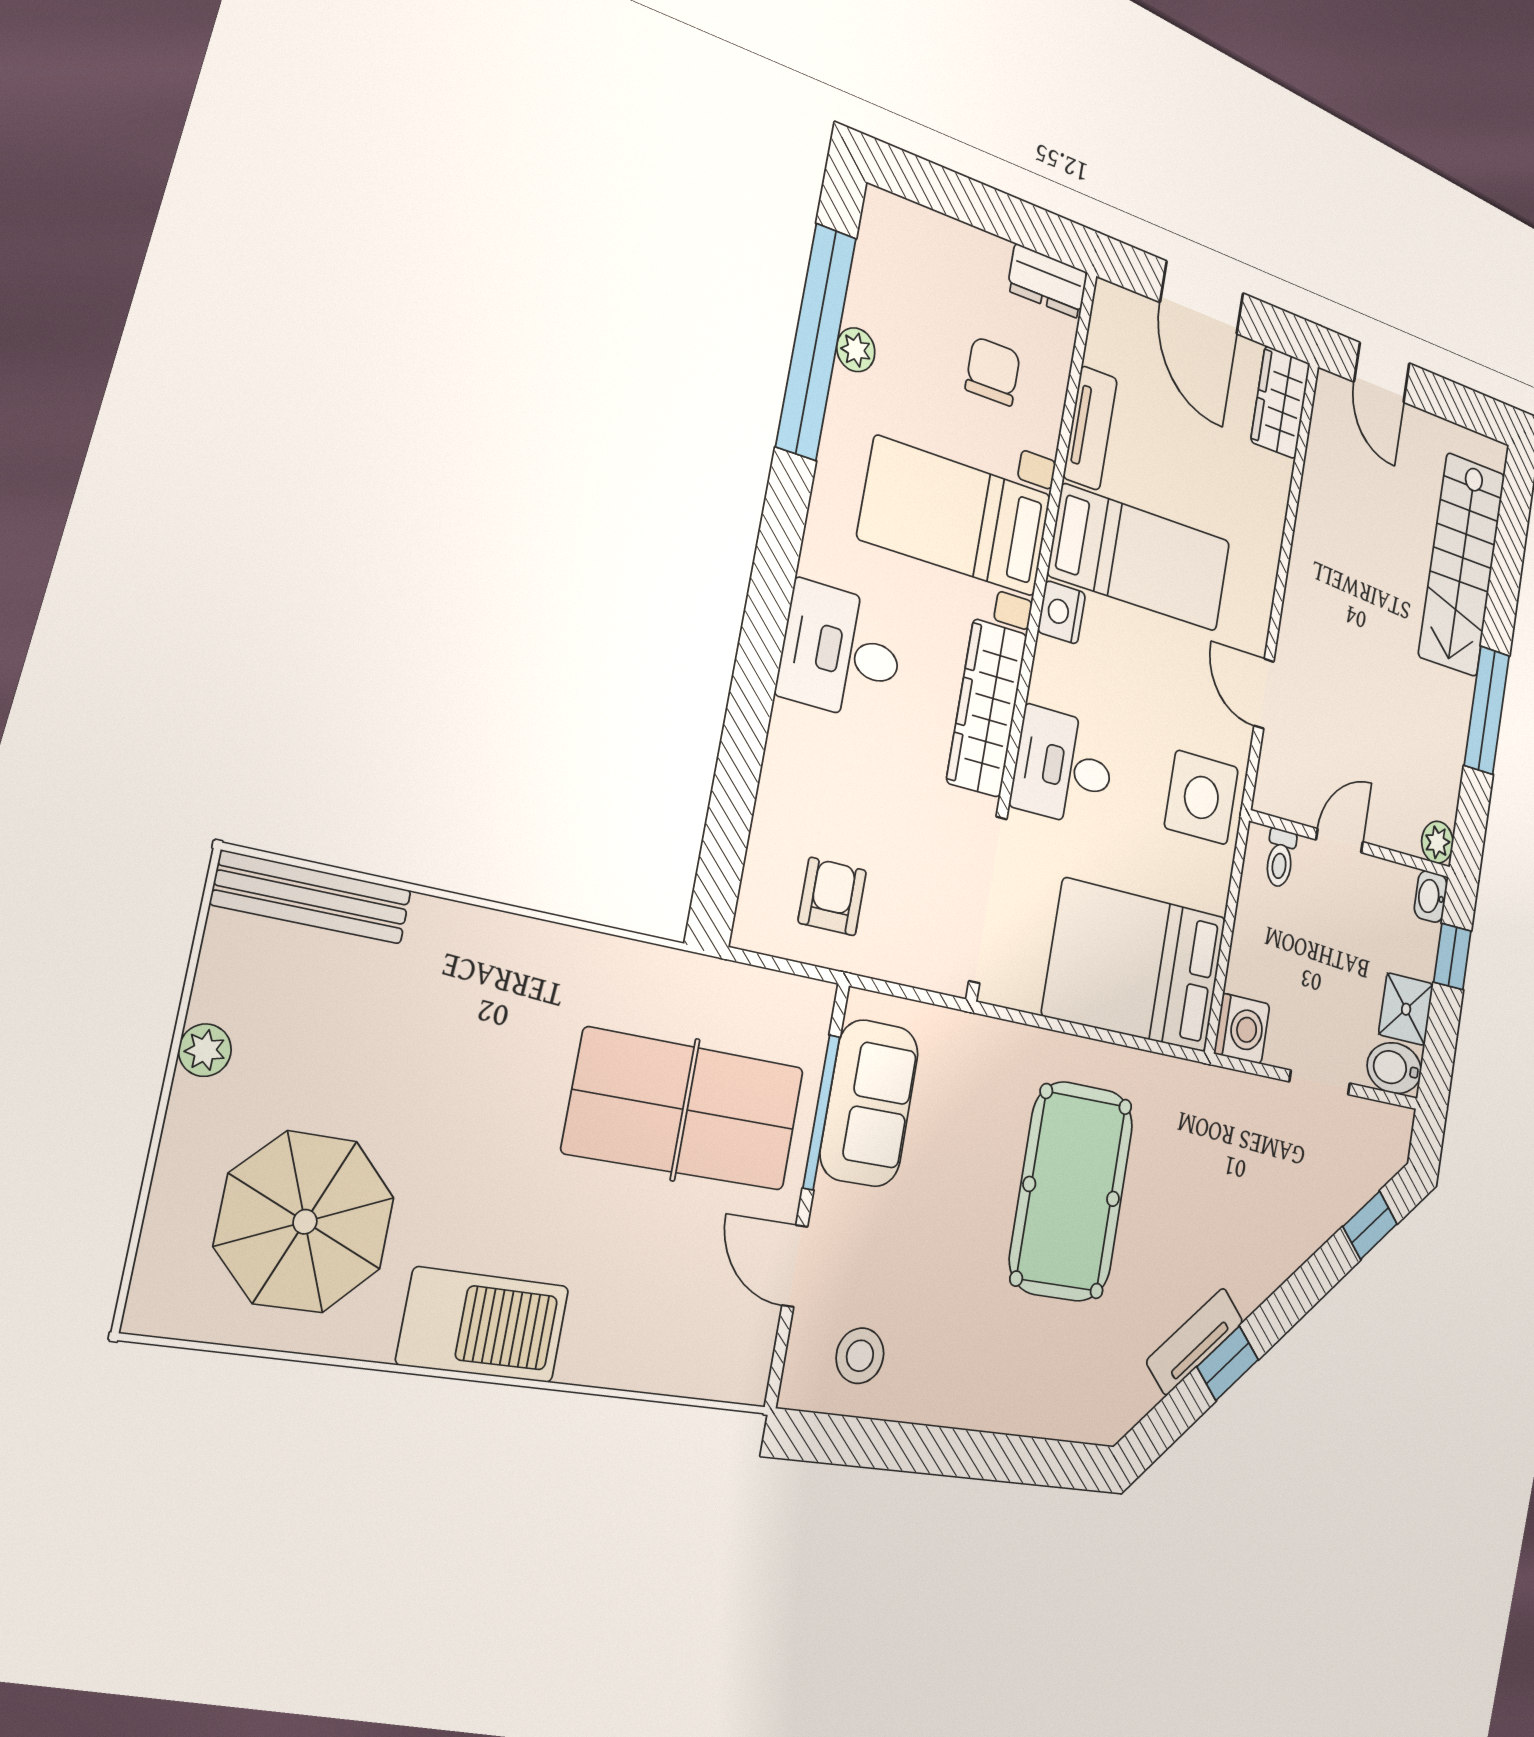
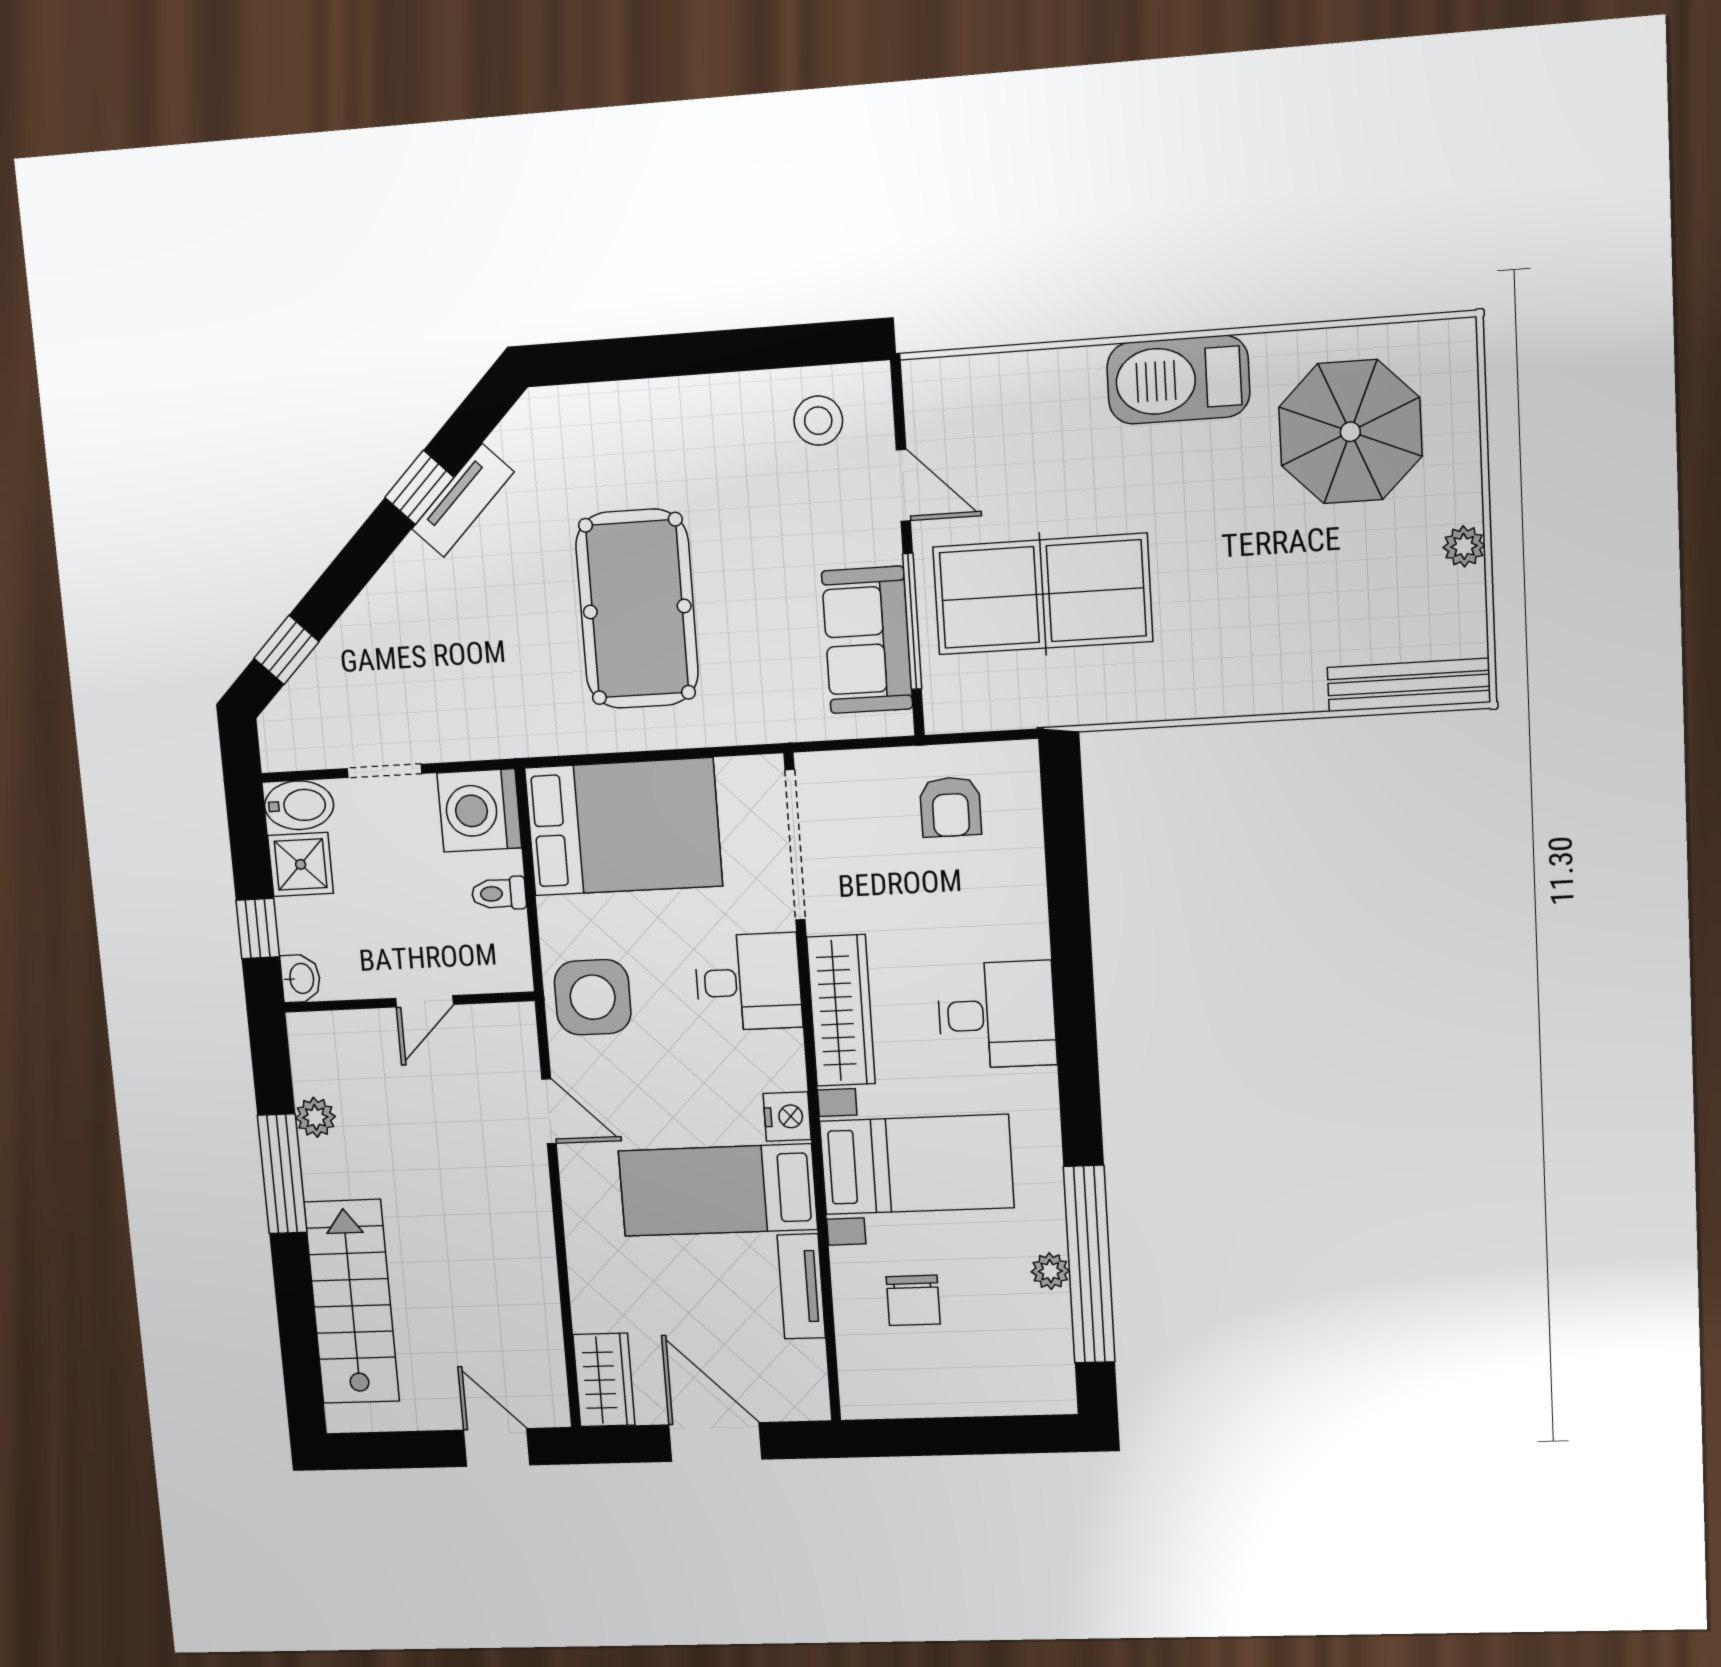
dresser: (1047, 281) -> (879, 1397), removed
plant: (1437, 842) -> (315, 1117), moved
toilet: (1280, 858) -> (499, 893), moved, turned -90
washing machine: (1242, 1029) -> (479, 810), width x1.37, depth x1.37

